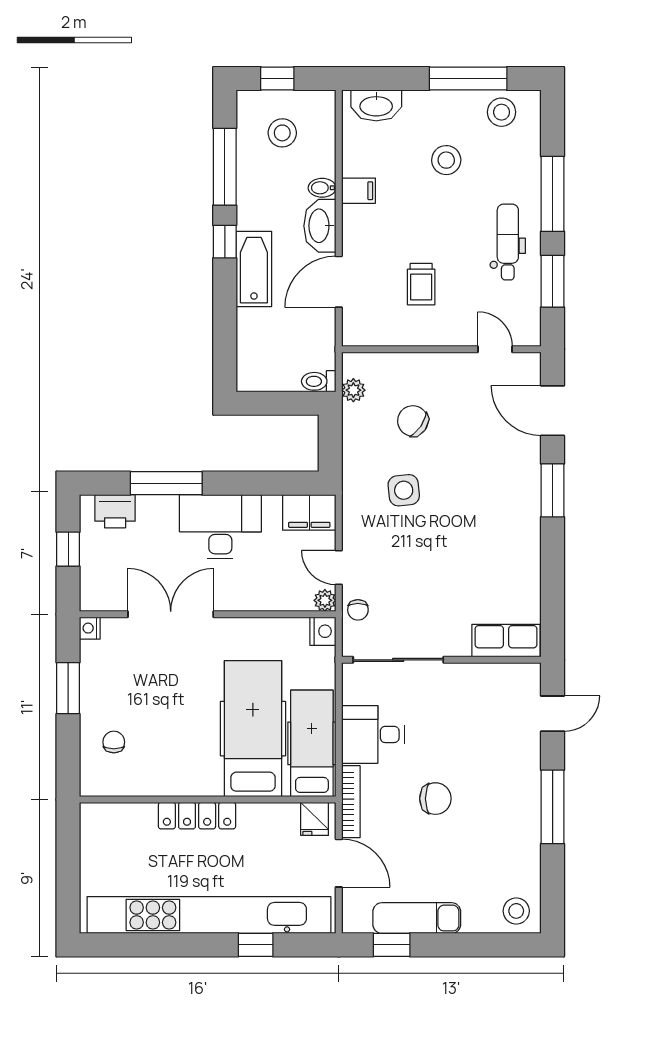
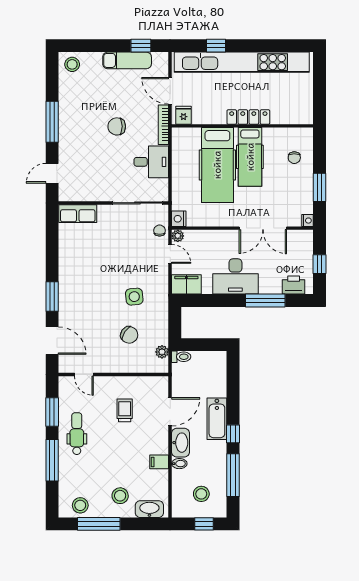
stool: (446, 160) -> (120, 496), moved
dental chair: (508, 242) -> (77, 434), turned 180
hospital bed: (312, 743) -> (250, 157), moved

